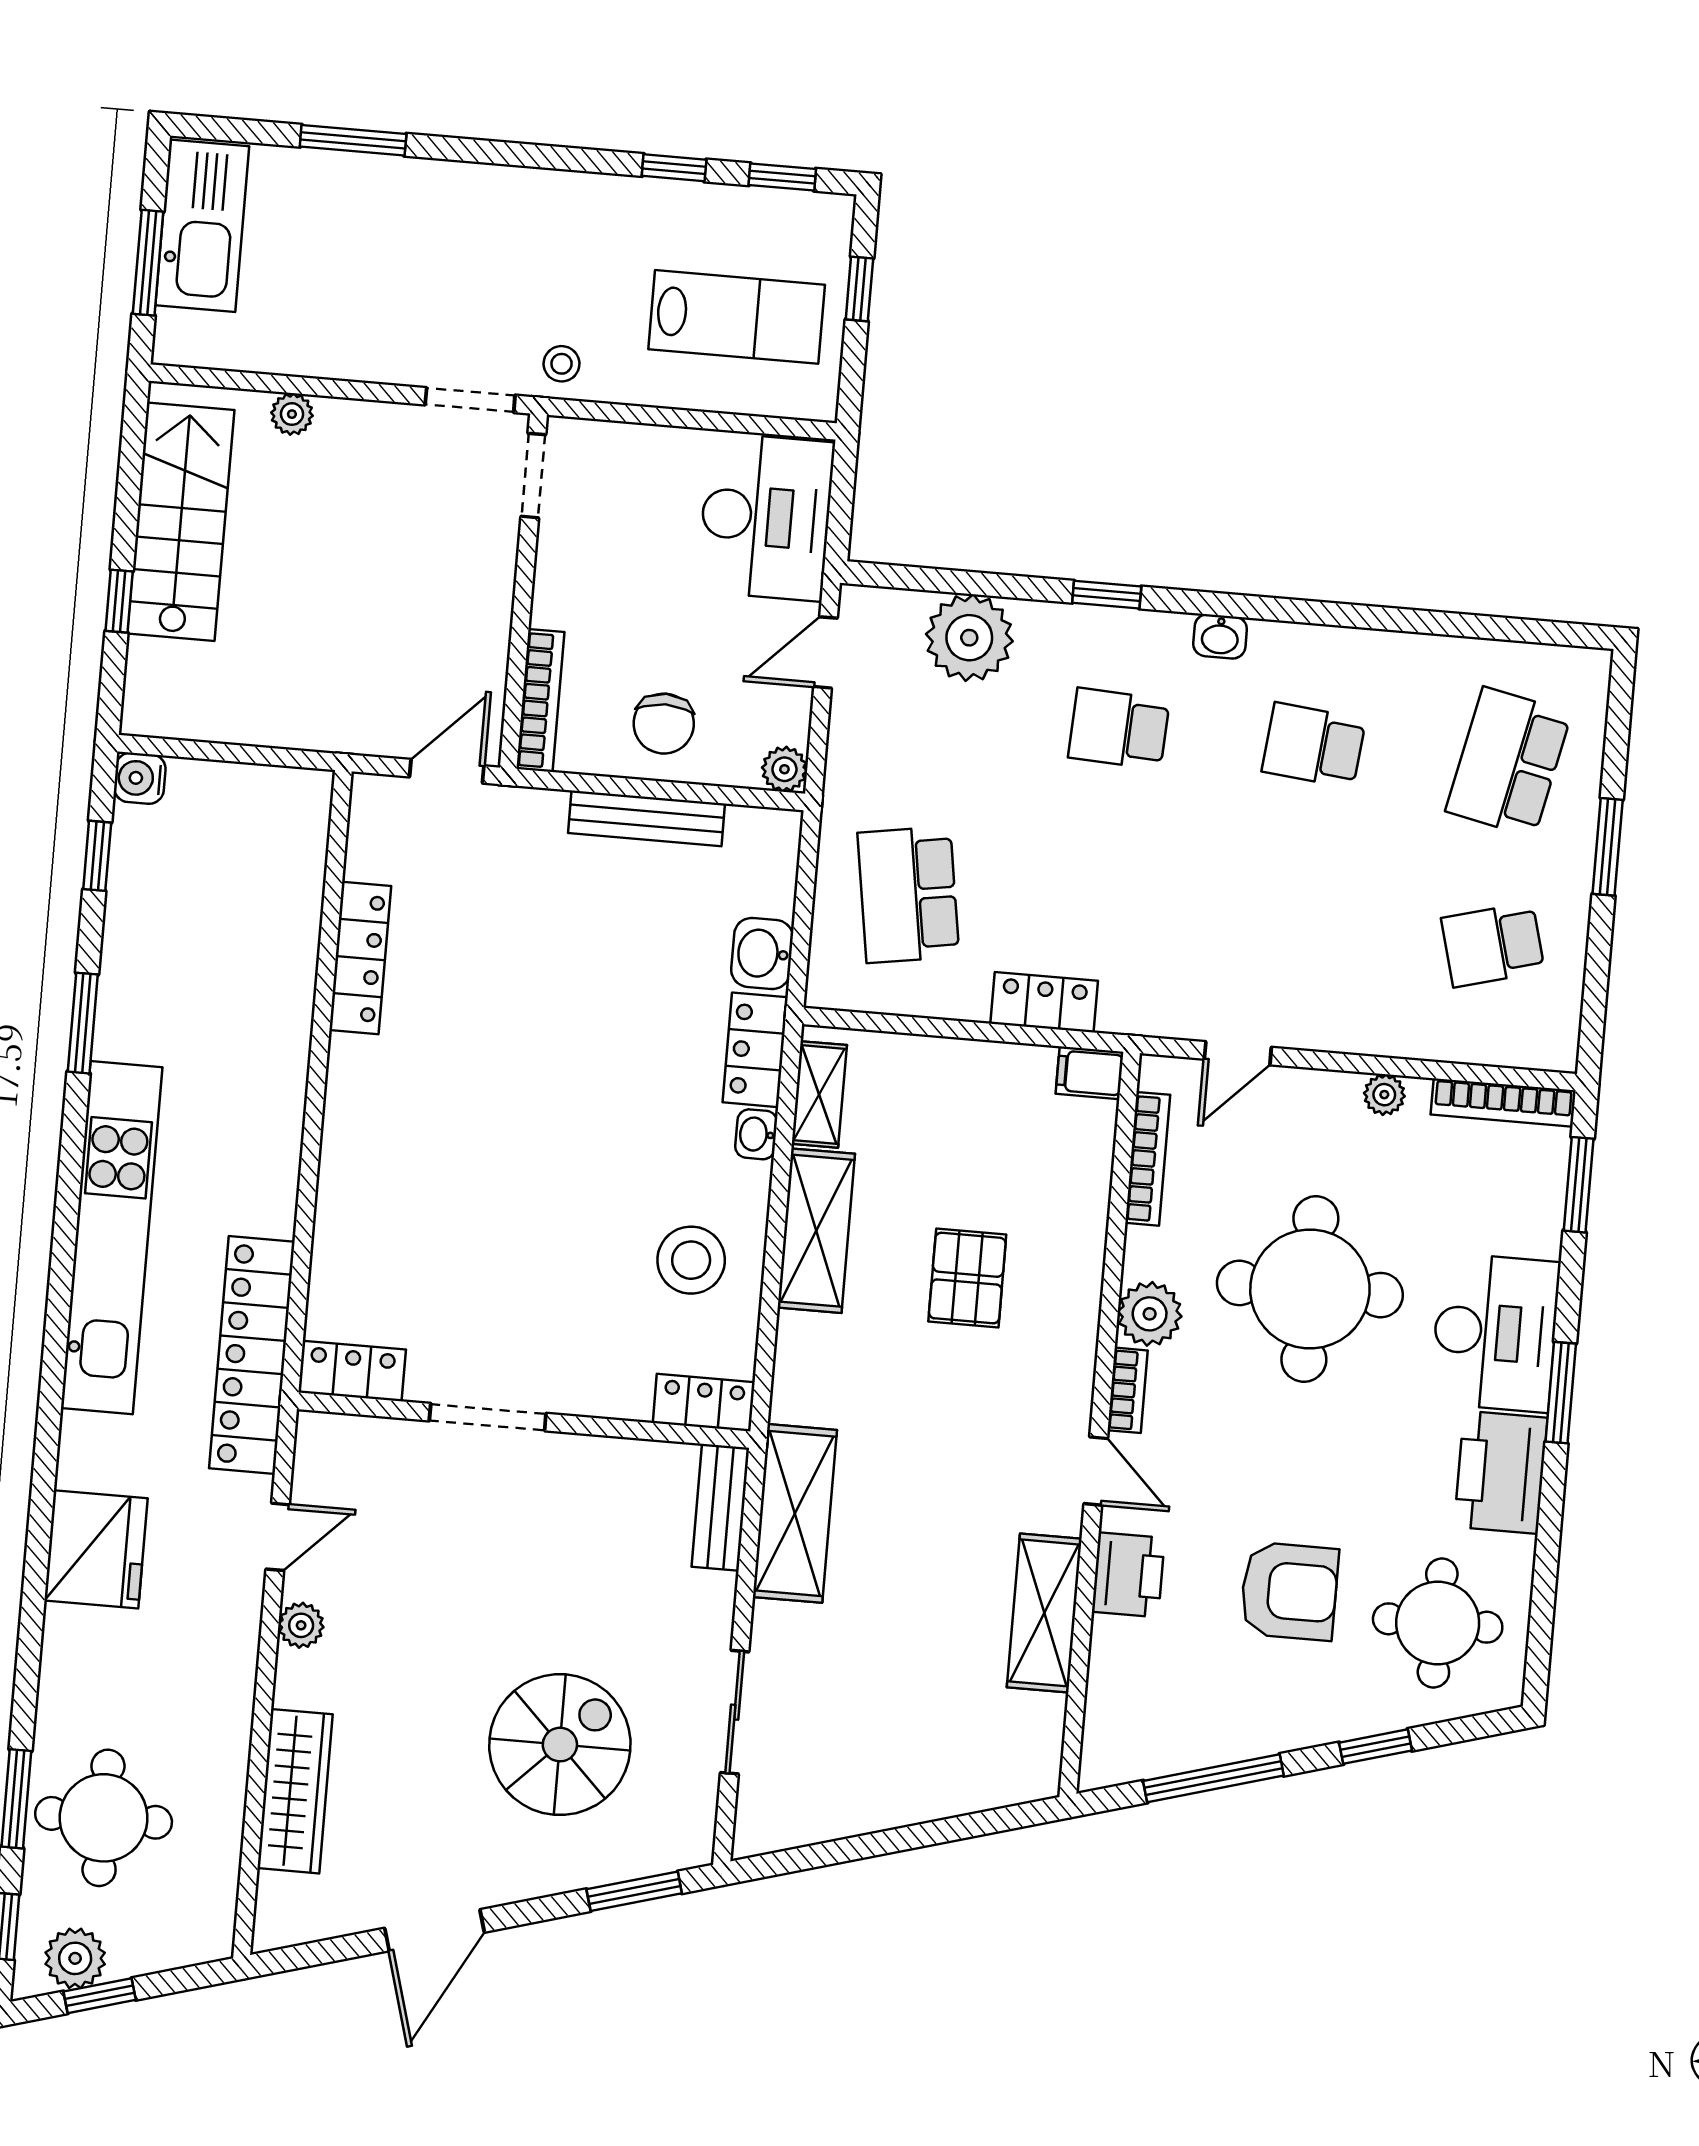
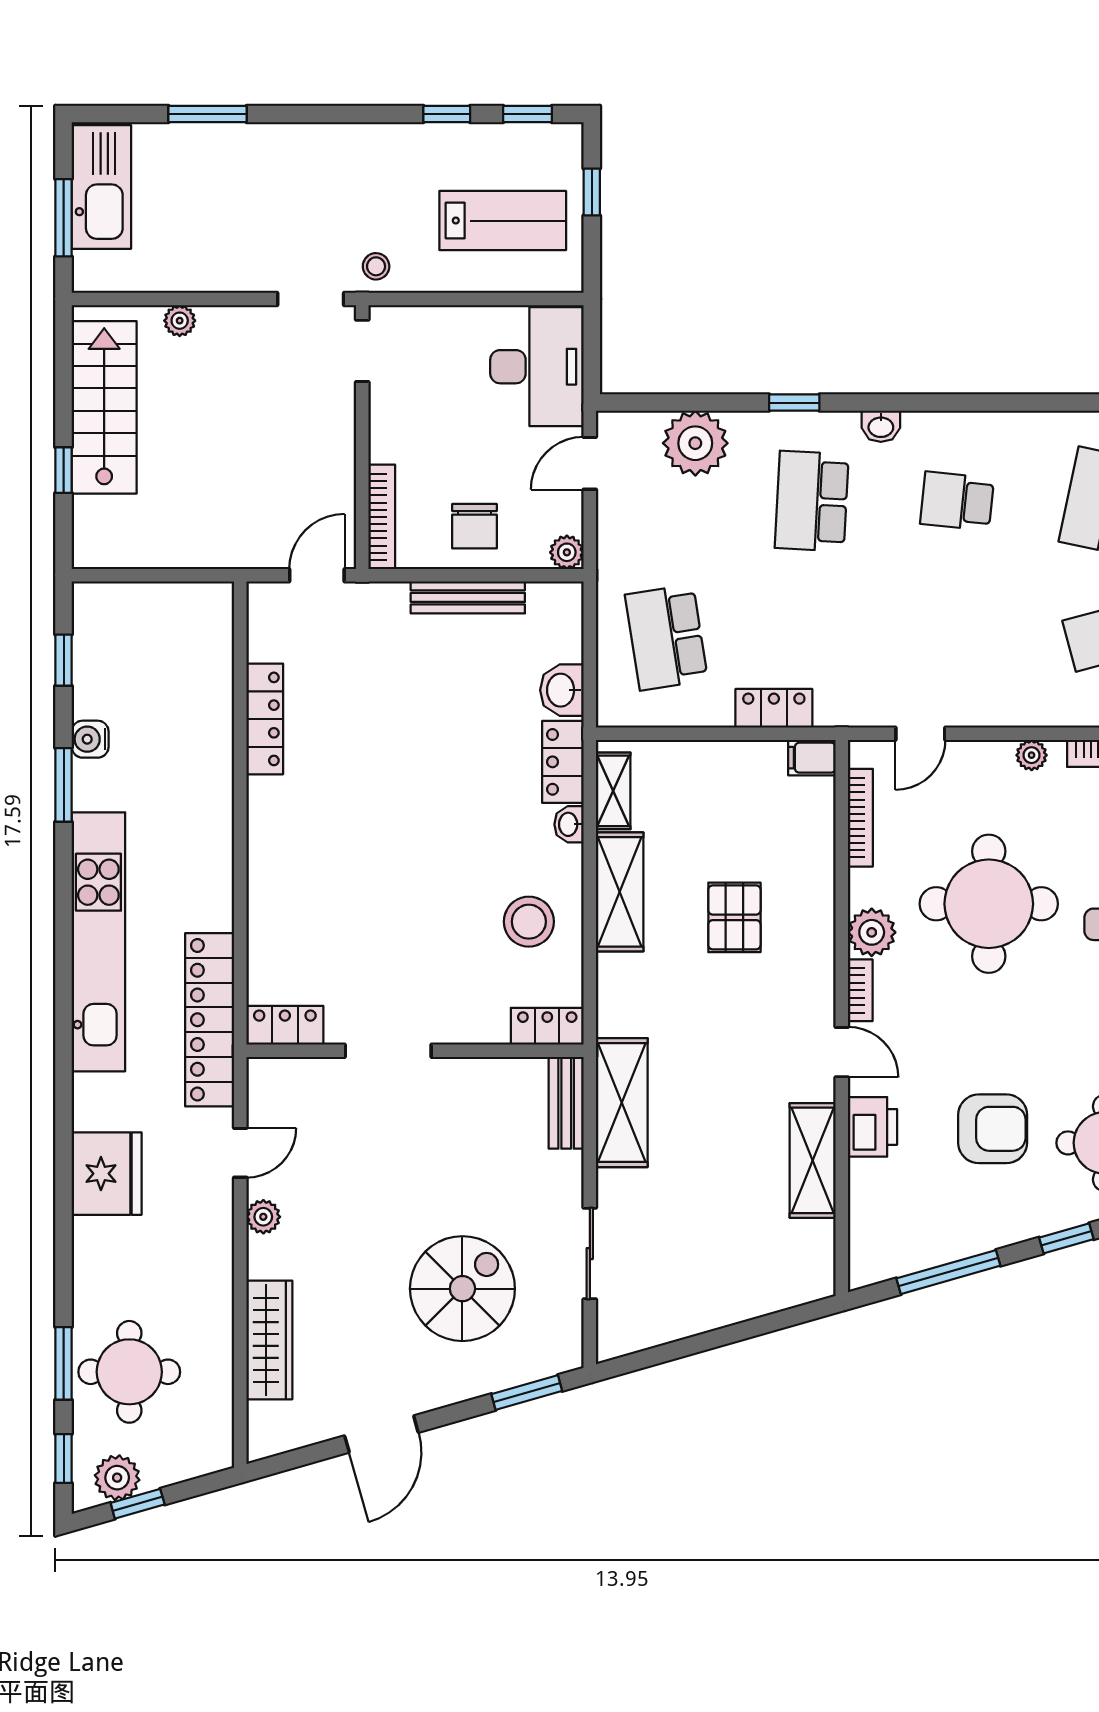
school desk: (1119, 729) -> (812, 501), width x1.85
water cooler: (140, 778) -> (90, 739), moved

